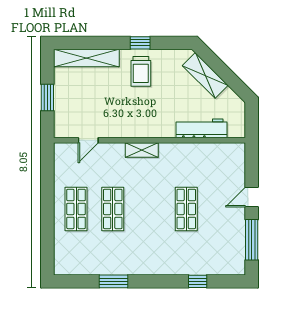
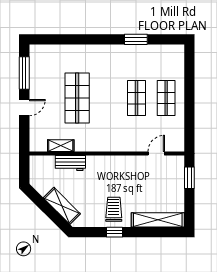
window: (47, 98) -> (189, 178), moved
workbench: (202, 128) -> (70, 163), width x0.73
shelving: (142, 150) -> (61, 146), moved
shop shelf: (186, 209) -> (77, 98), width x1.43, depth x1.36
window: (198, 281) -> (68, 39), removed

